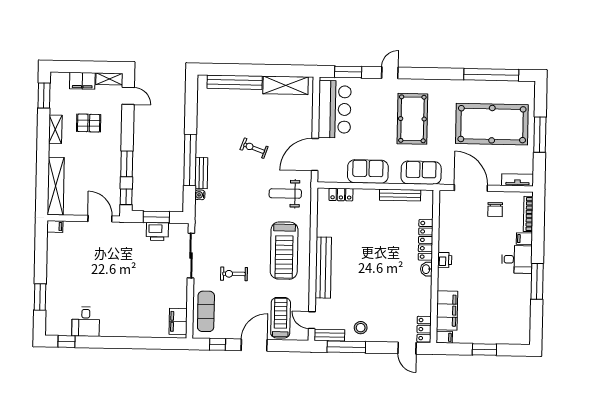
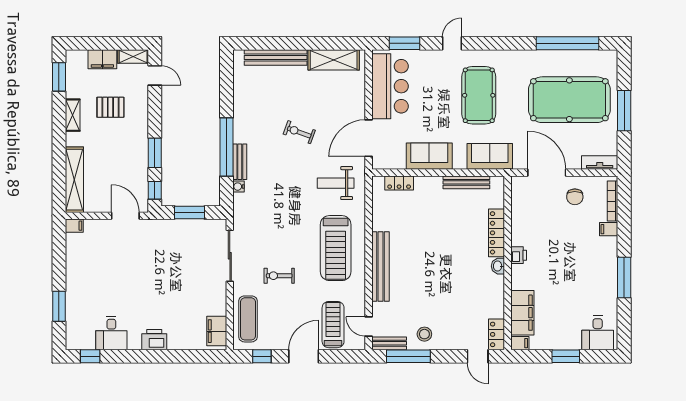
printer: (157, 232) -> (154, 340), moved, turned 180
desk: (517, 259) -> (598, 333), moved, turned 90

